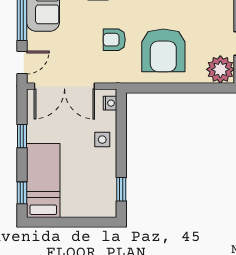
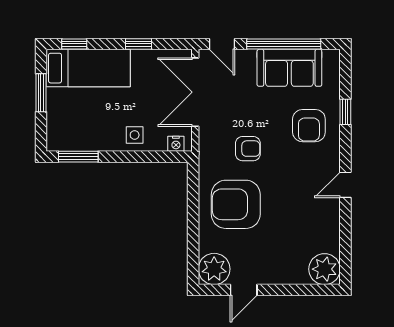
armchair: (114, 40) -> (248, 149), turned 90
window: (121, 189) -> (78, 157), width x1.50
window: (65, 222) -> (41, 93), added

